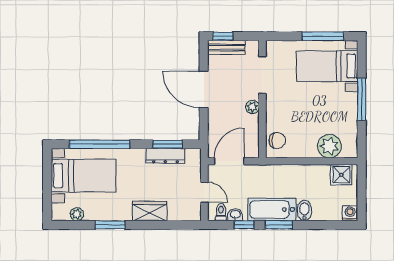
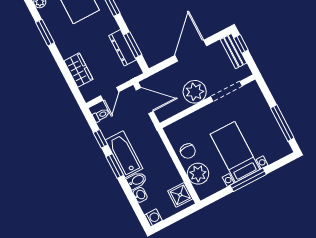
bed with nightstands: (327, 66) -> (235, 152), moved
plant: (252, 107) -> (195, 92), width x1.87, depth x1.87
chair: (277, 141) -> (188, 151), moved
wardrobe: (150, 211) -> (78, 70), moved
washbasin: (235, 215) -> (140, 195), moved

